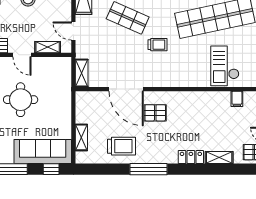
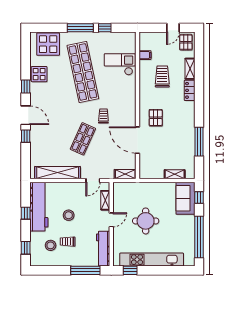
checkout: (225, 66) -> (120, 64), turned 180
door: (126, 89) -> (138, 140), swing flipped
trolley: (121, 146) -> (162, 77), moved
sofa: (43, 152) -> (185, 198), width x0.73
window: (148, 169) -> (199, 142), moved

